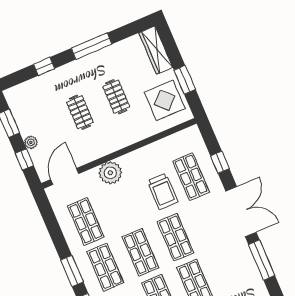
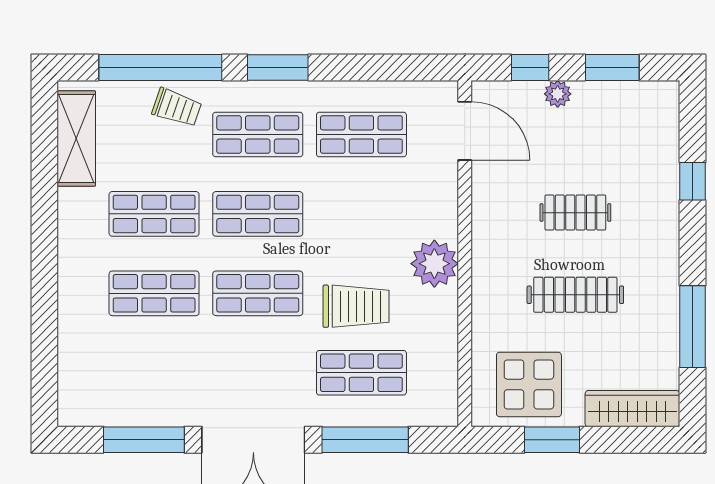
window: (91, 46) -> (692, 327), moved
clothes rail: (116, 97) -> (575, 295), width x1.36
window: (220, 162) -> (365, 440), width x2.17
plant: (110, 173) -> (434, 264), moved
trolley: (163, 191) -> (356, 306), turned 180

